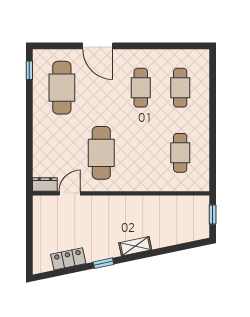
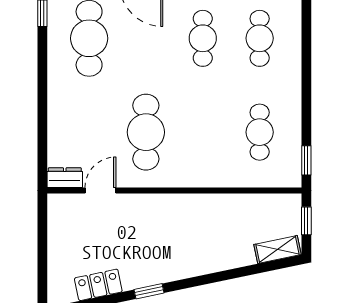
window: (213, 172) -> (306, 160), added
shelving: (135, 246) -> (277, 249), moved

